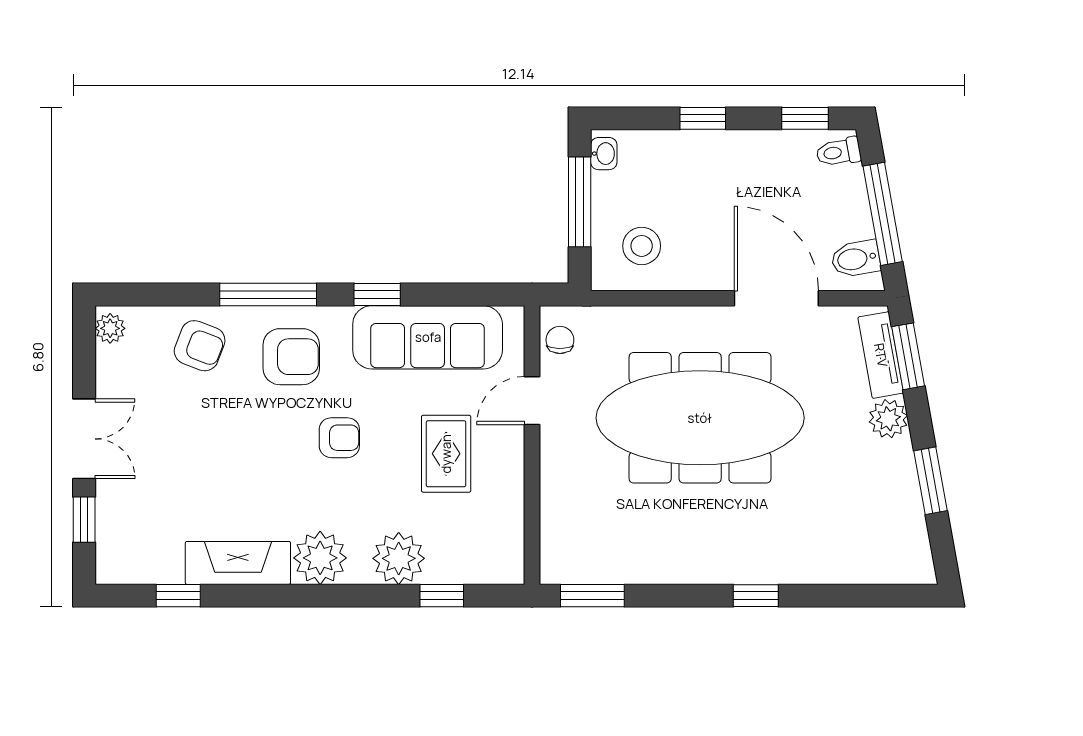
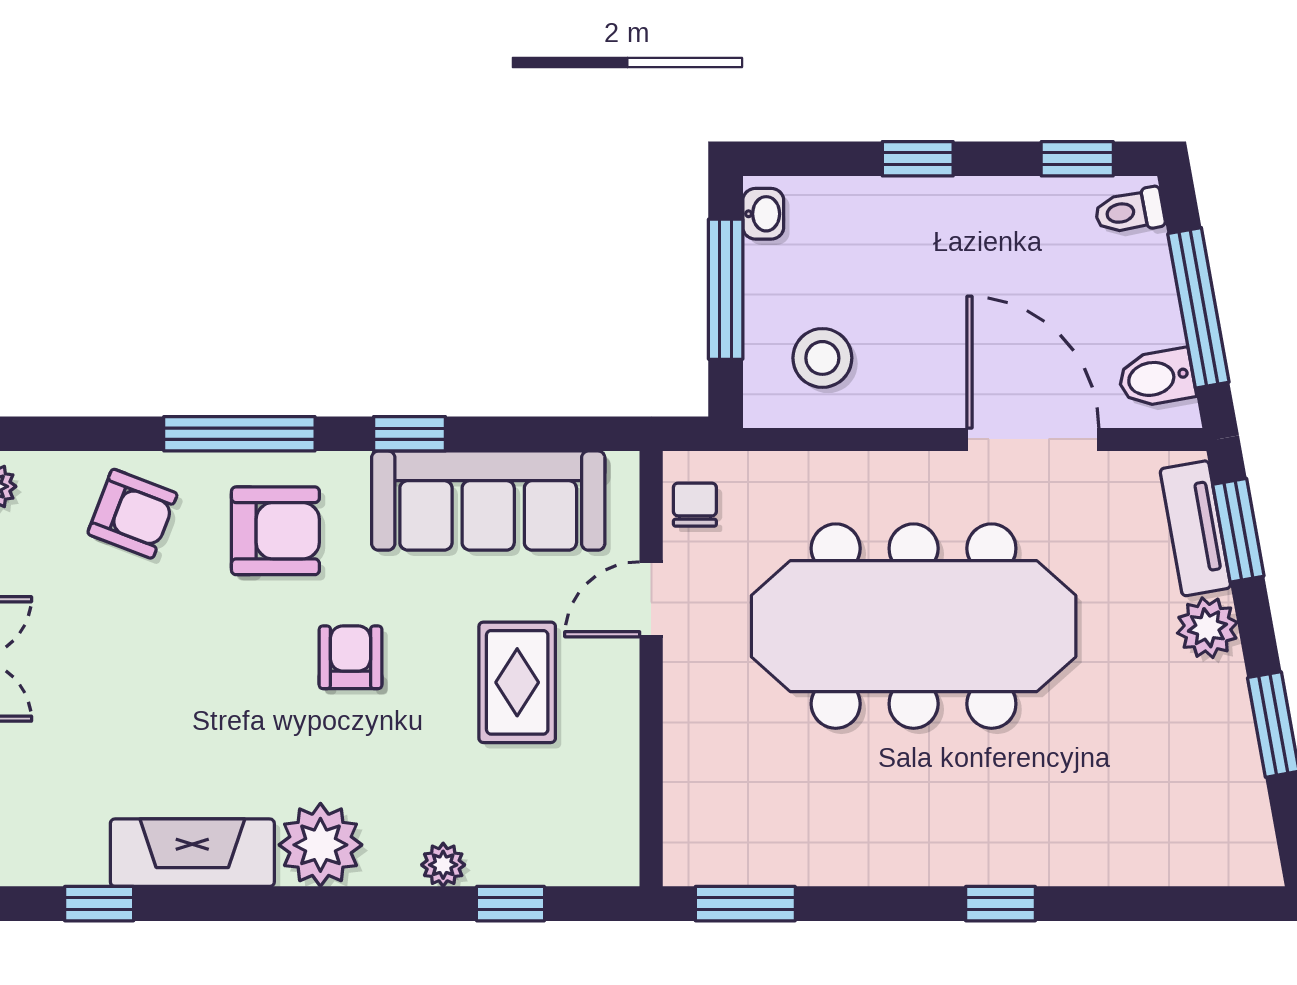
armchair: (339, 438) -> (351, 657), turned -90
plant: (399, 558) -> (443, 865), width x0.53, depth x0.53

